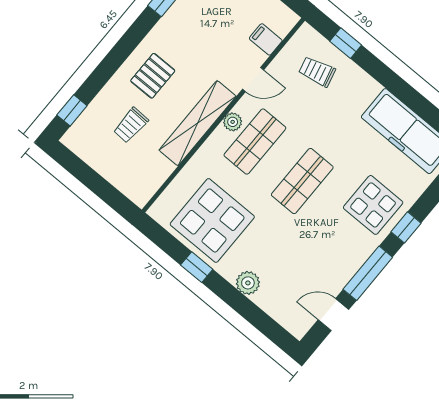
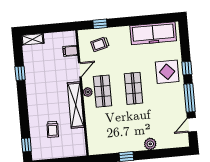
pallet: (153, 76) -> (43, 104), removed
display table: (212, 220) -> (115, 134), removed

